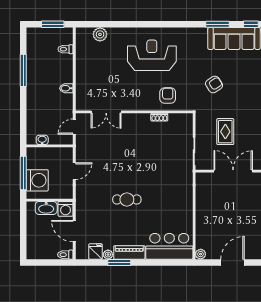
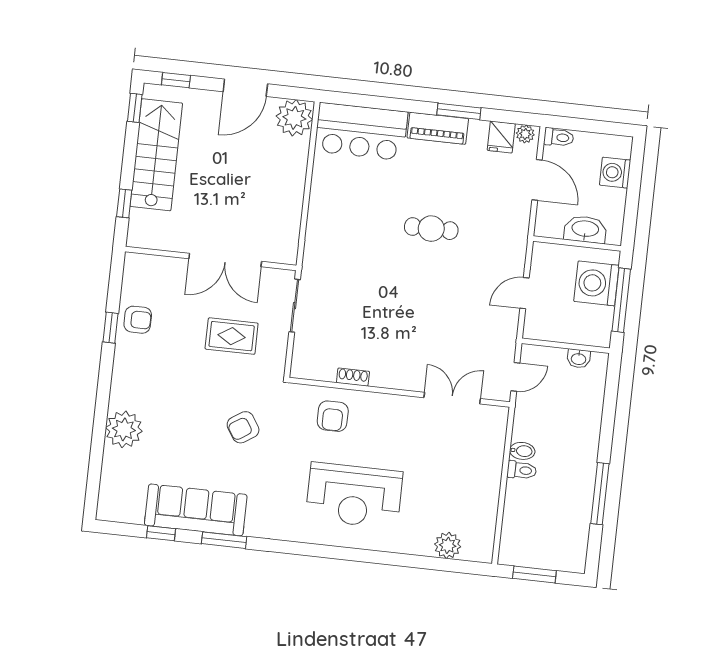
toilet: (66, 49) -> (522, 470), moved
rug: (225, 132) -> (232, 336), turned 90
washing machine: (66, 209) -> (615, 173), moved, turned -90
plant: (201, 254) -> (294, 118), width x1.88, depth x1.88
plant: (108, 255) -> (525, 134), moved

